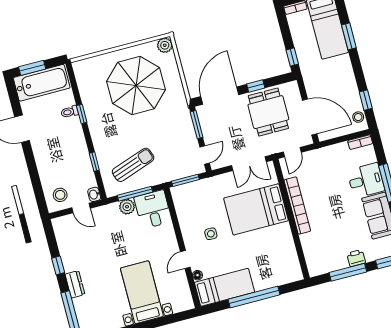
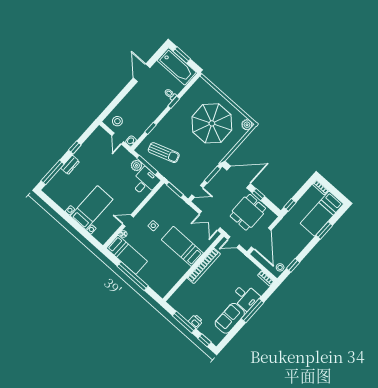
bed: (256, 209) -> (182, 246), width x0.67

